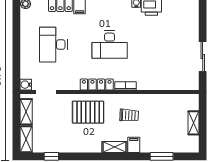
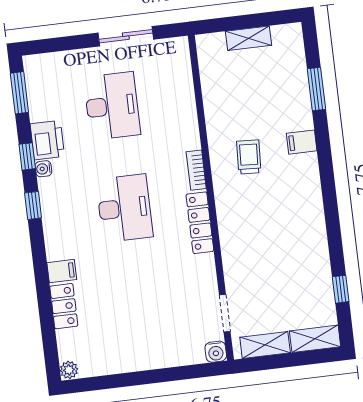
desk: (53, 45) -> (112, 106), moved, turned -90
pallet: (88, 112) -> (252, 232), removed
shelving: (115, 147) -> (310, 176), removed

